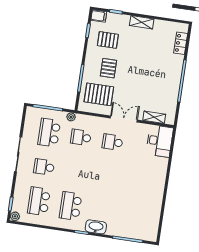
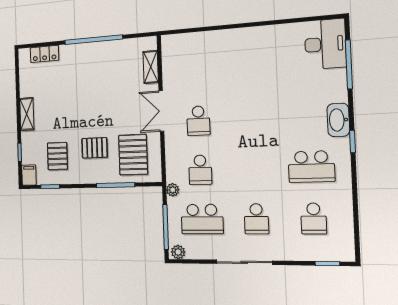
desk: (160, 141) -> (325, 44), moved, turned 90
school desk: (39, 201) -> (314, 219), width x0.54
plant: (15, 216) -> (178, 252), moved

